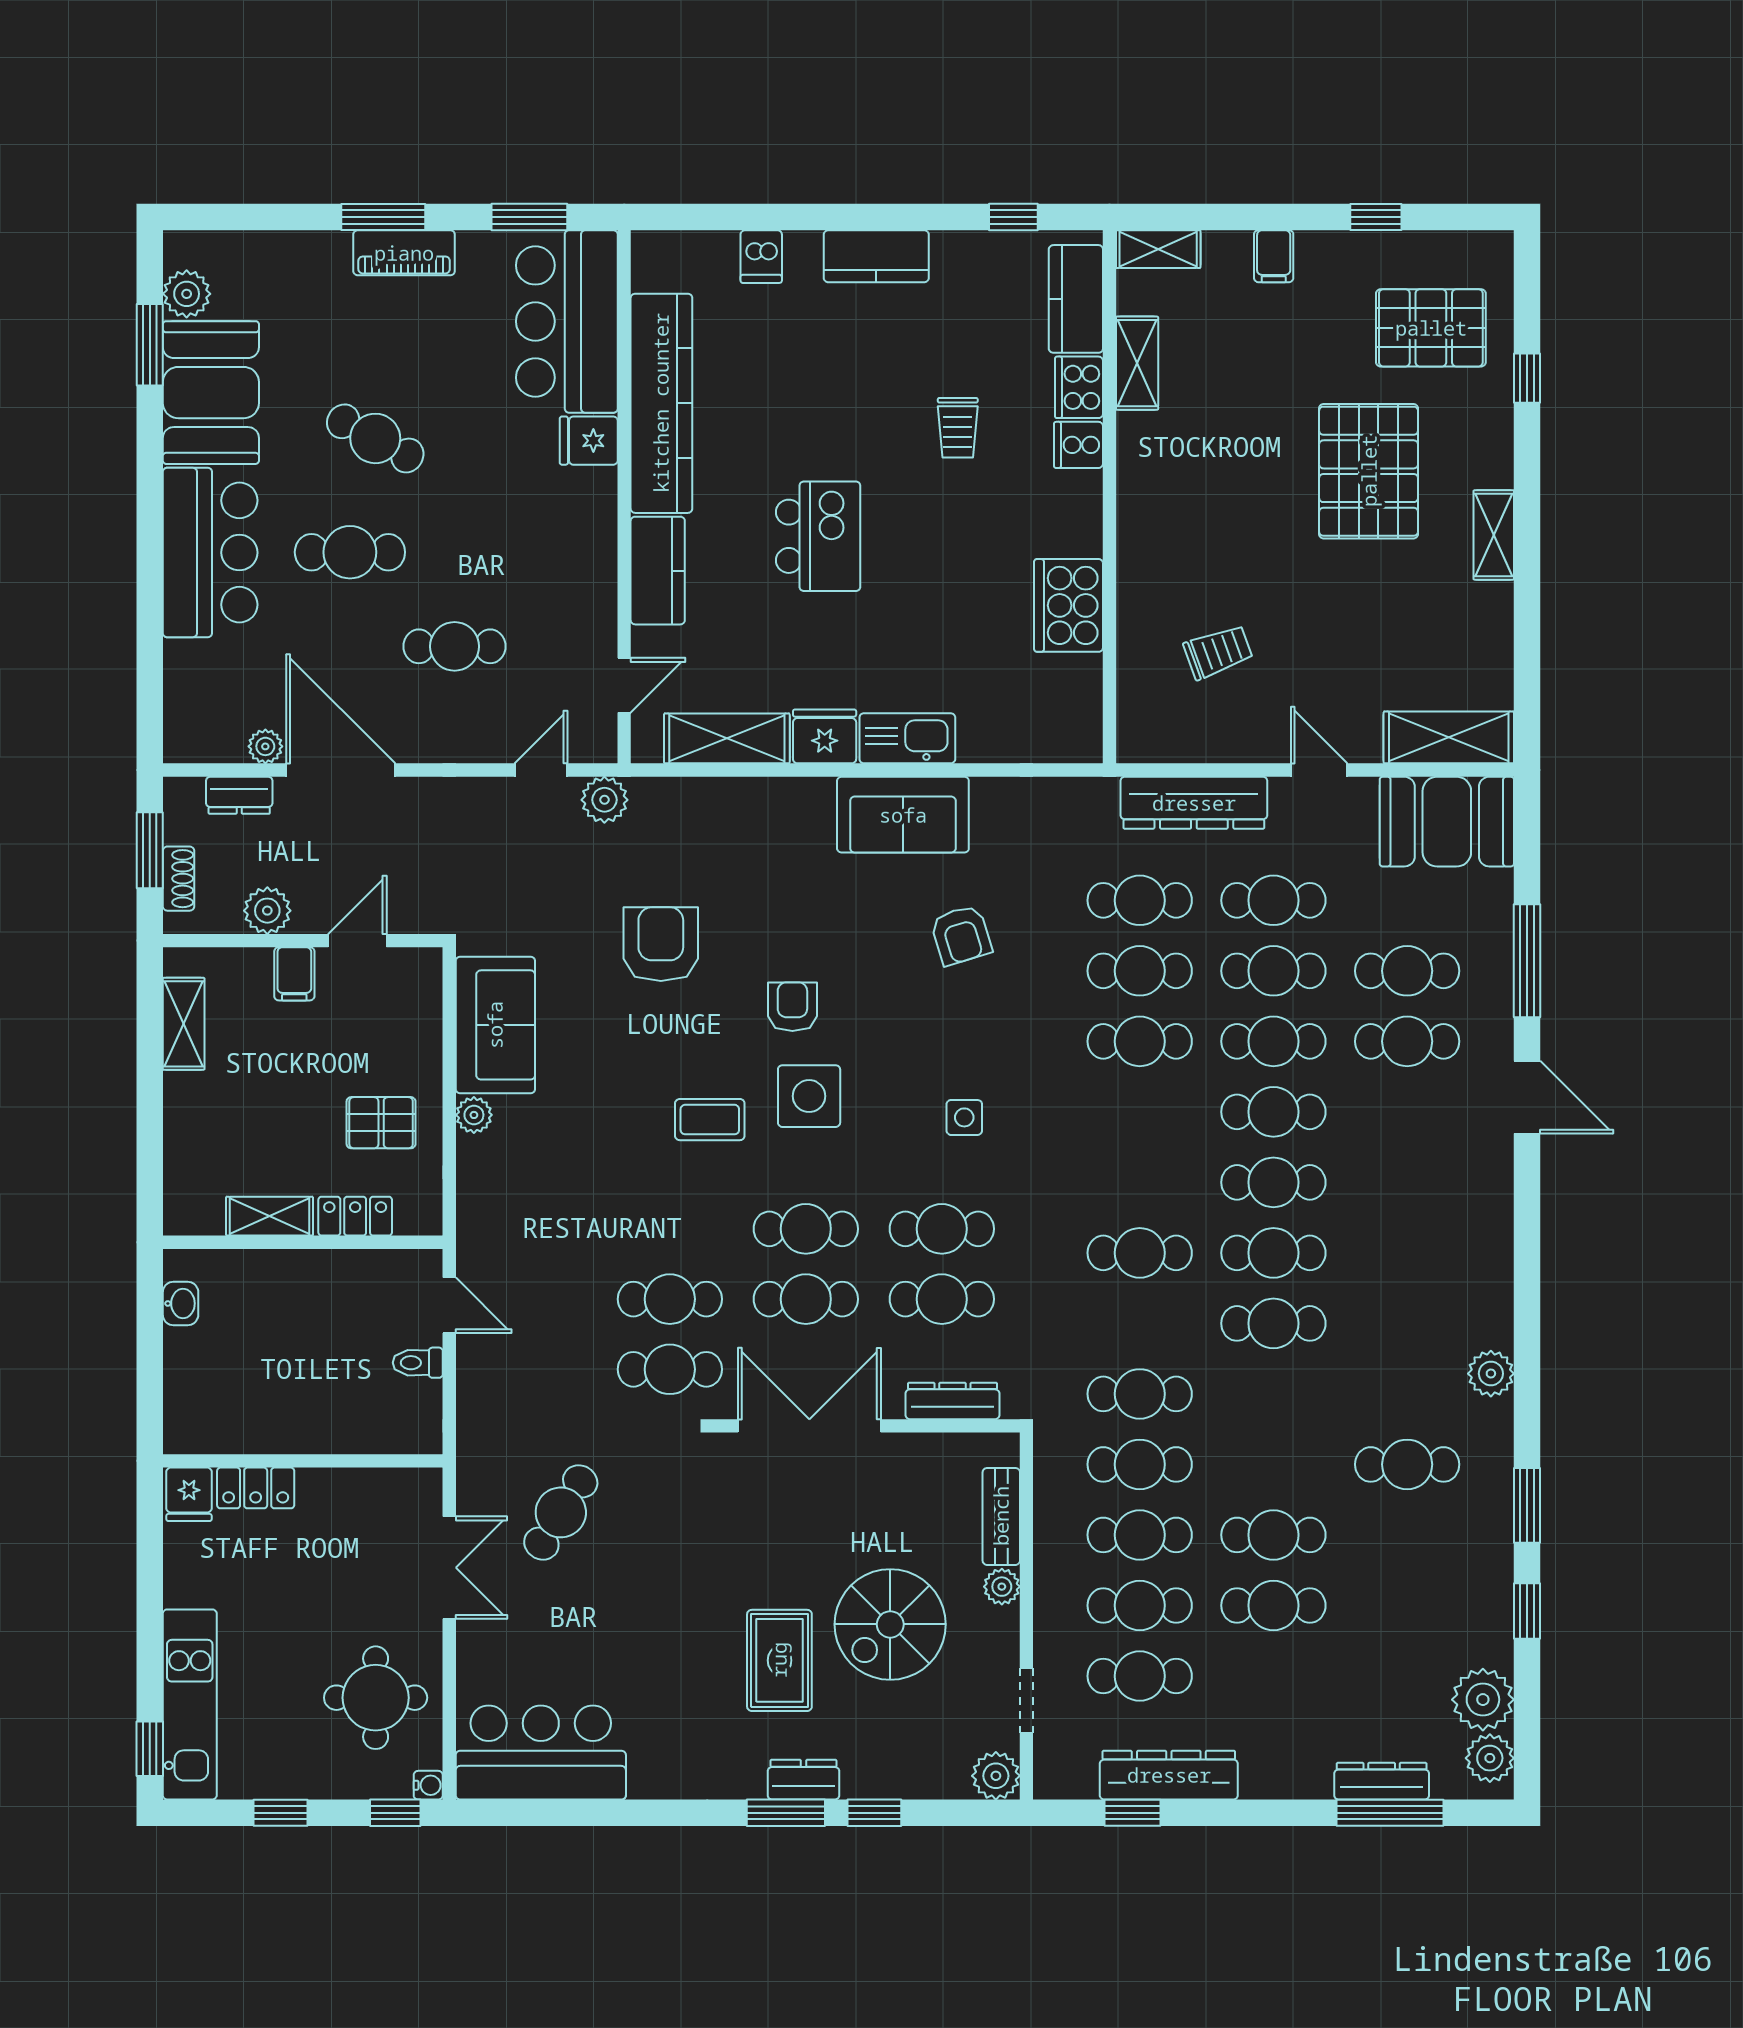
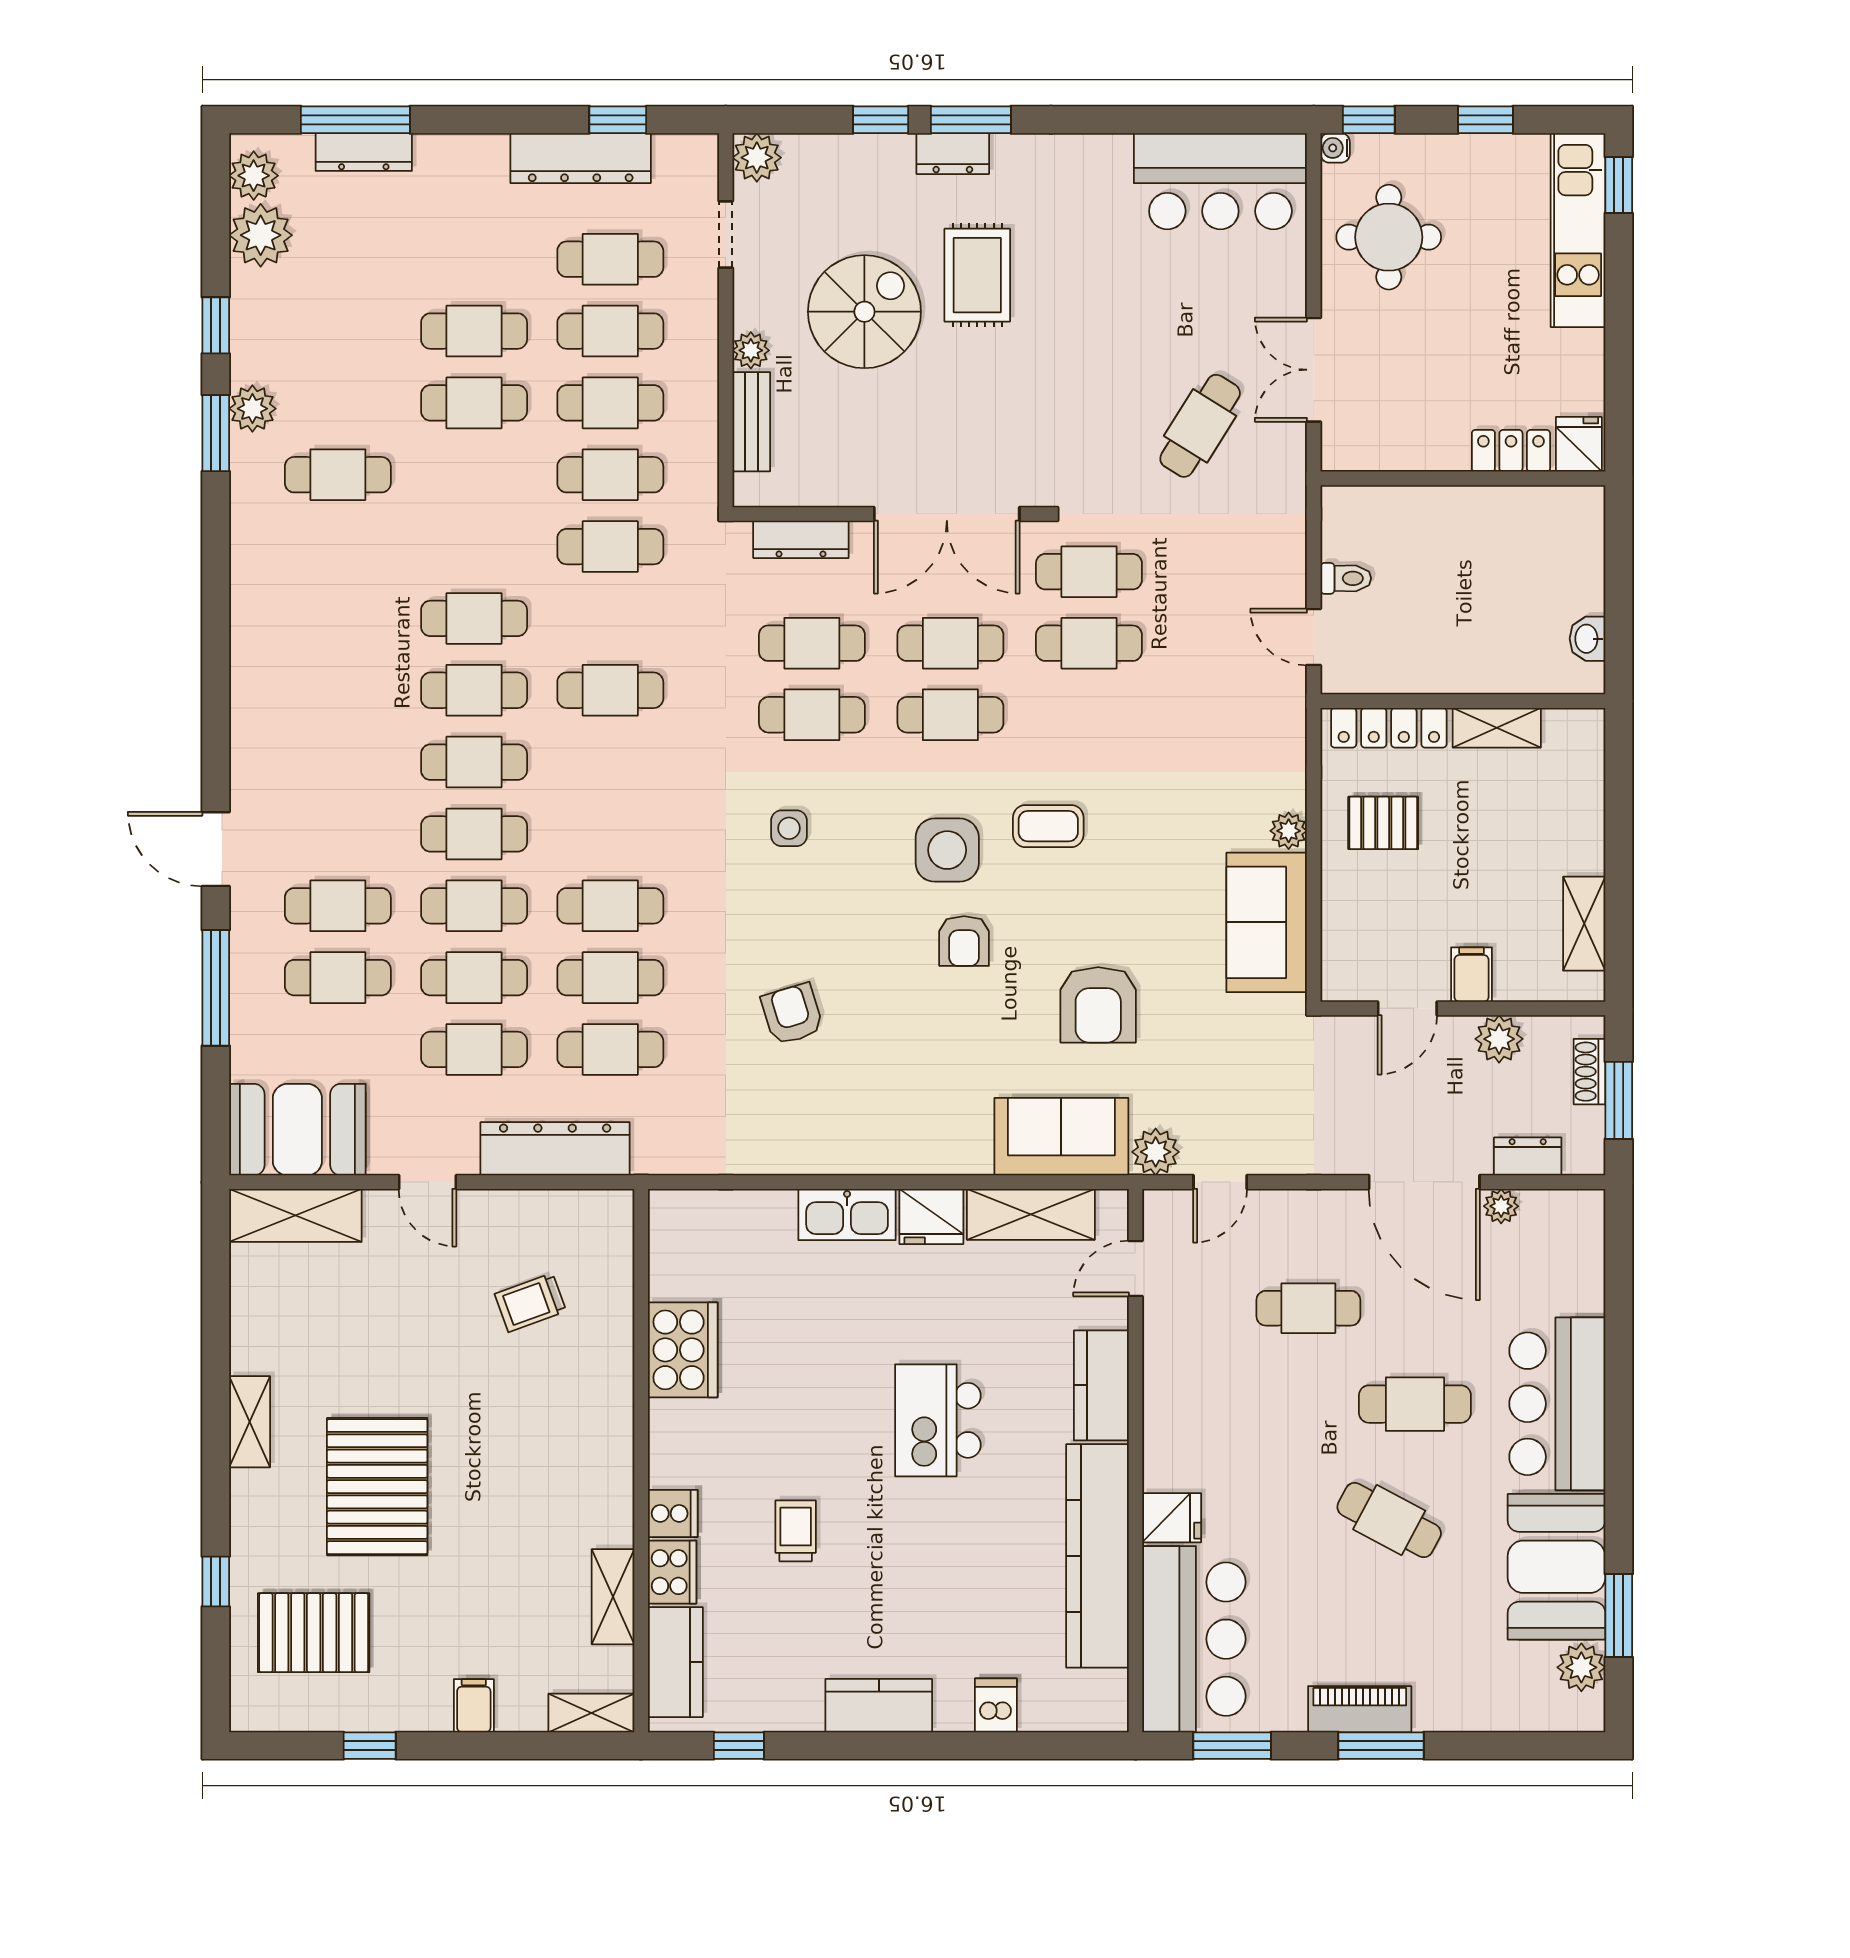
sofa: (903, 815) -> (1061, 1137), moved
locker: (355, 1216) -> (1389, 728), width x1.53
plant: (1491, 1374) -> (252, 409), moved

